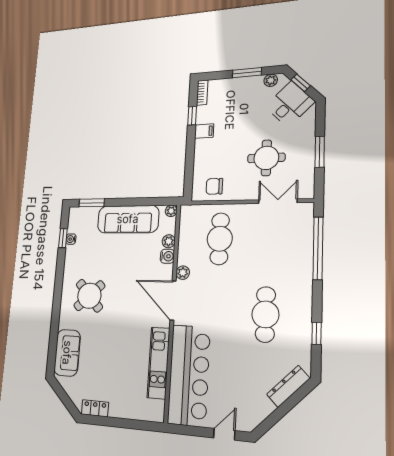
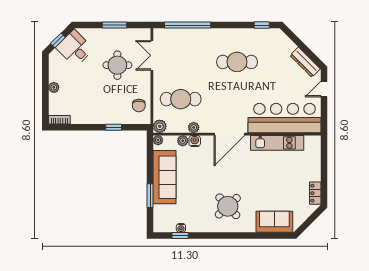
window: (247, 73) -> (45, 83), removed
plant: (271, 80) -> (54, 87), moved
window: (192, 116) -> (114, 127), moved
filing cabinet: (204, 131) -> (93, 116), removed
window: (92, 203) -> (150, 196), moved
plant: (188, 213) -> (160, 126), added
plant: (183, 273) -> (194, 127), moved
window: (317, 333) -> (262, 25), moved
dresser: (288, 386) -> (305, 62), moved
door: (224, 434) -> (324, 89), hinge flipped

